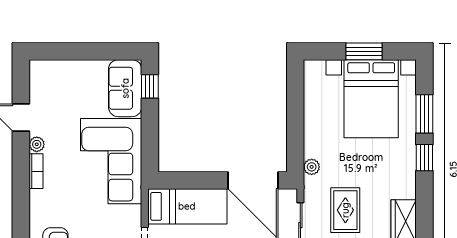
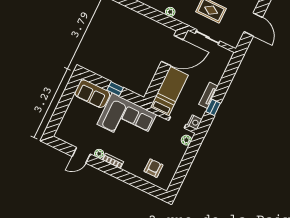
window: (150, 86) -> (115, 89), moved
plant: (312, 167) -> (170, 12), moved

